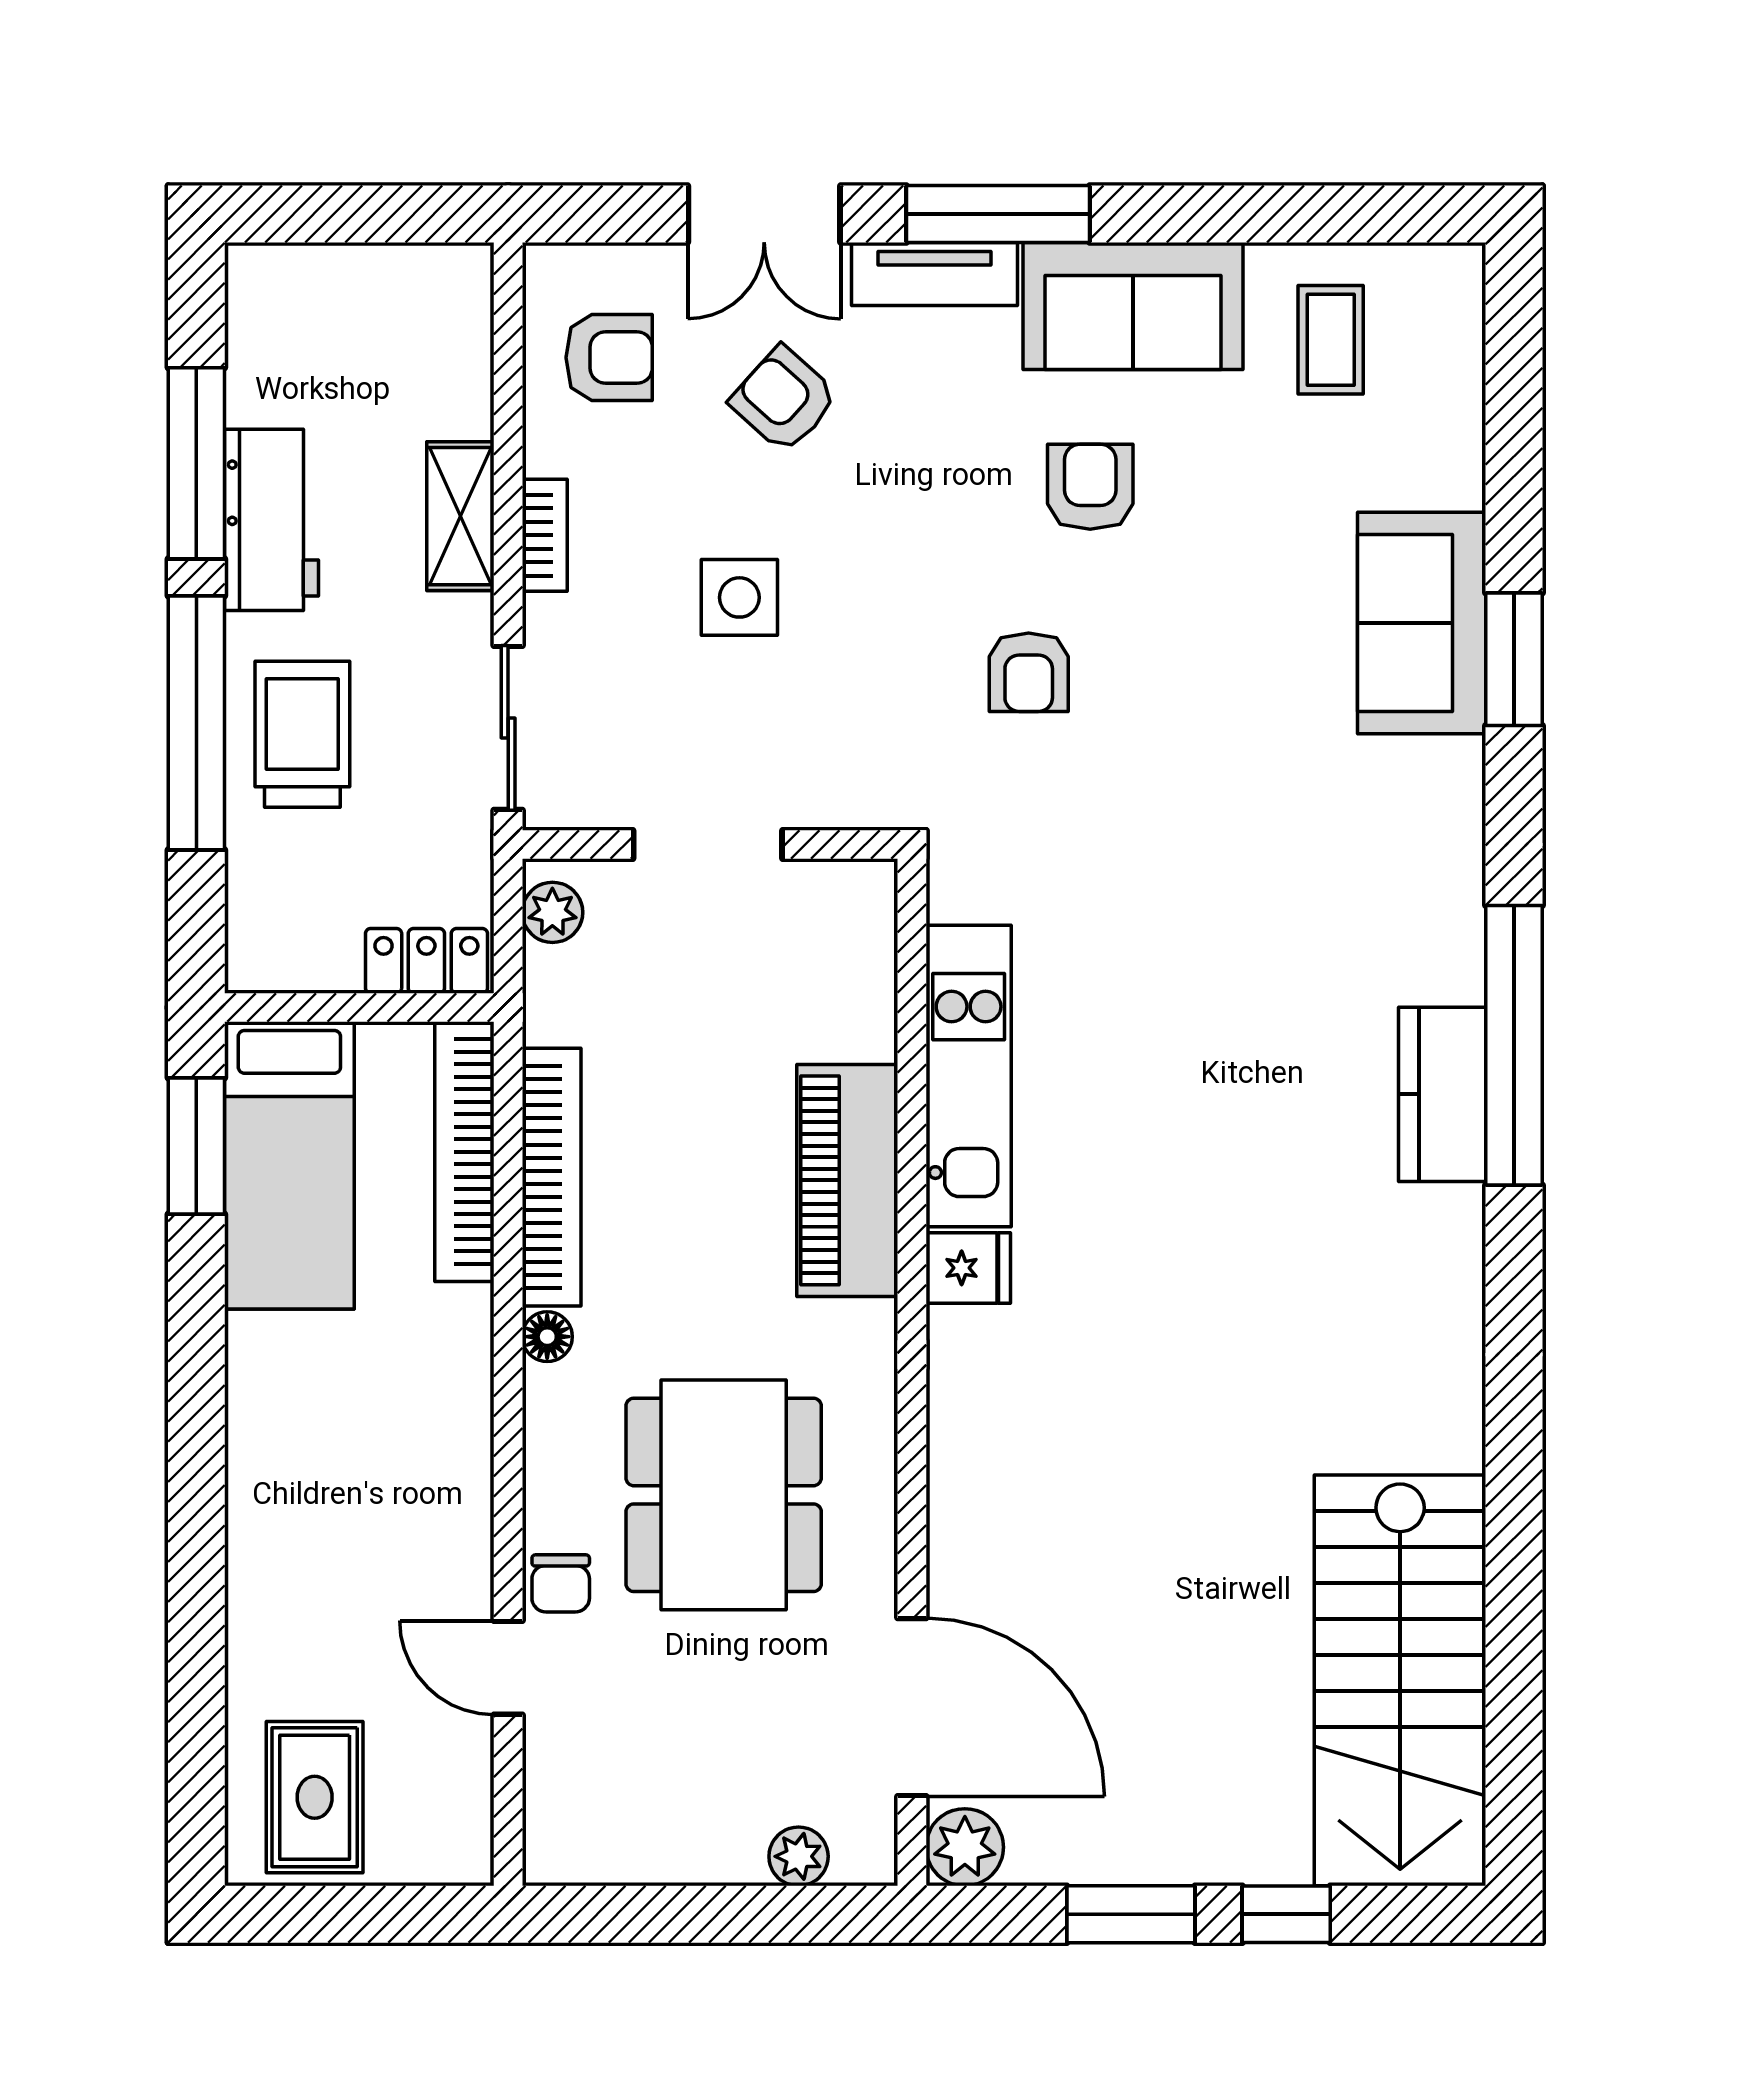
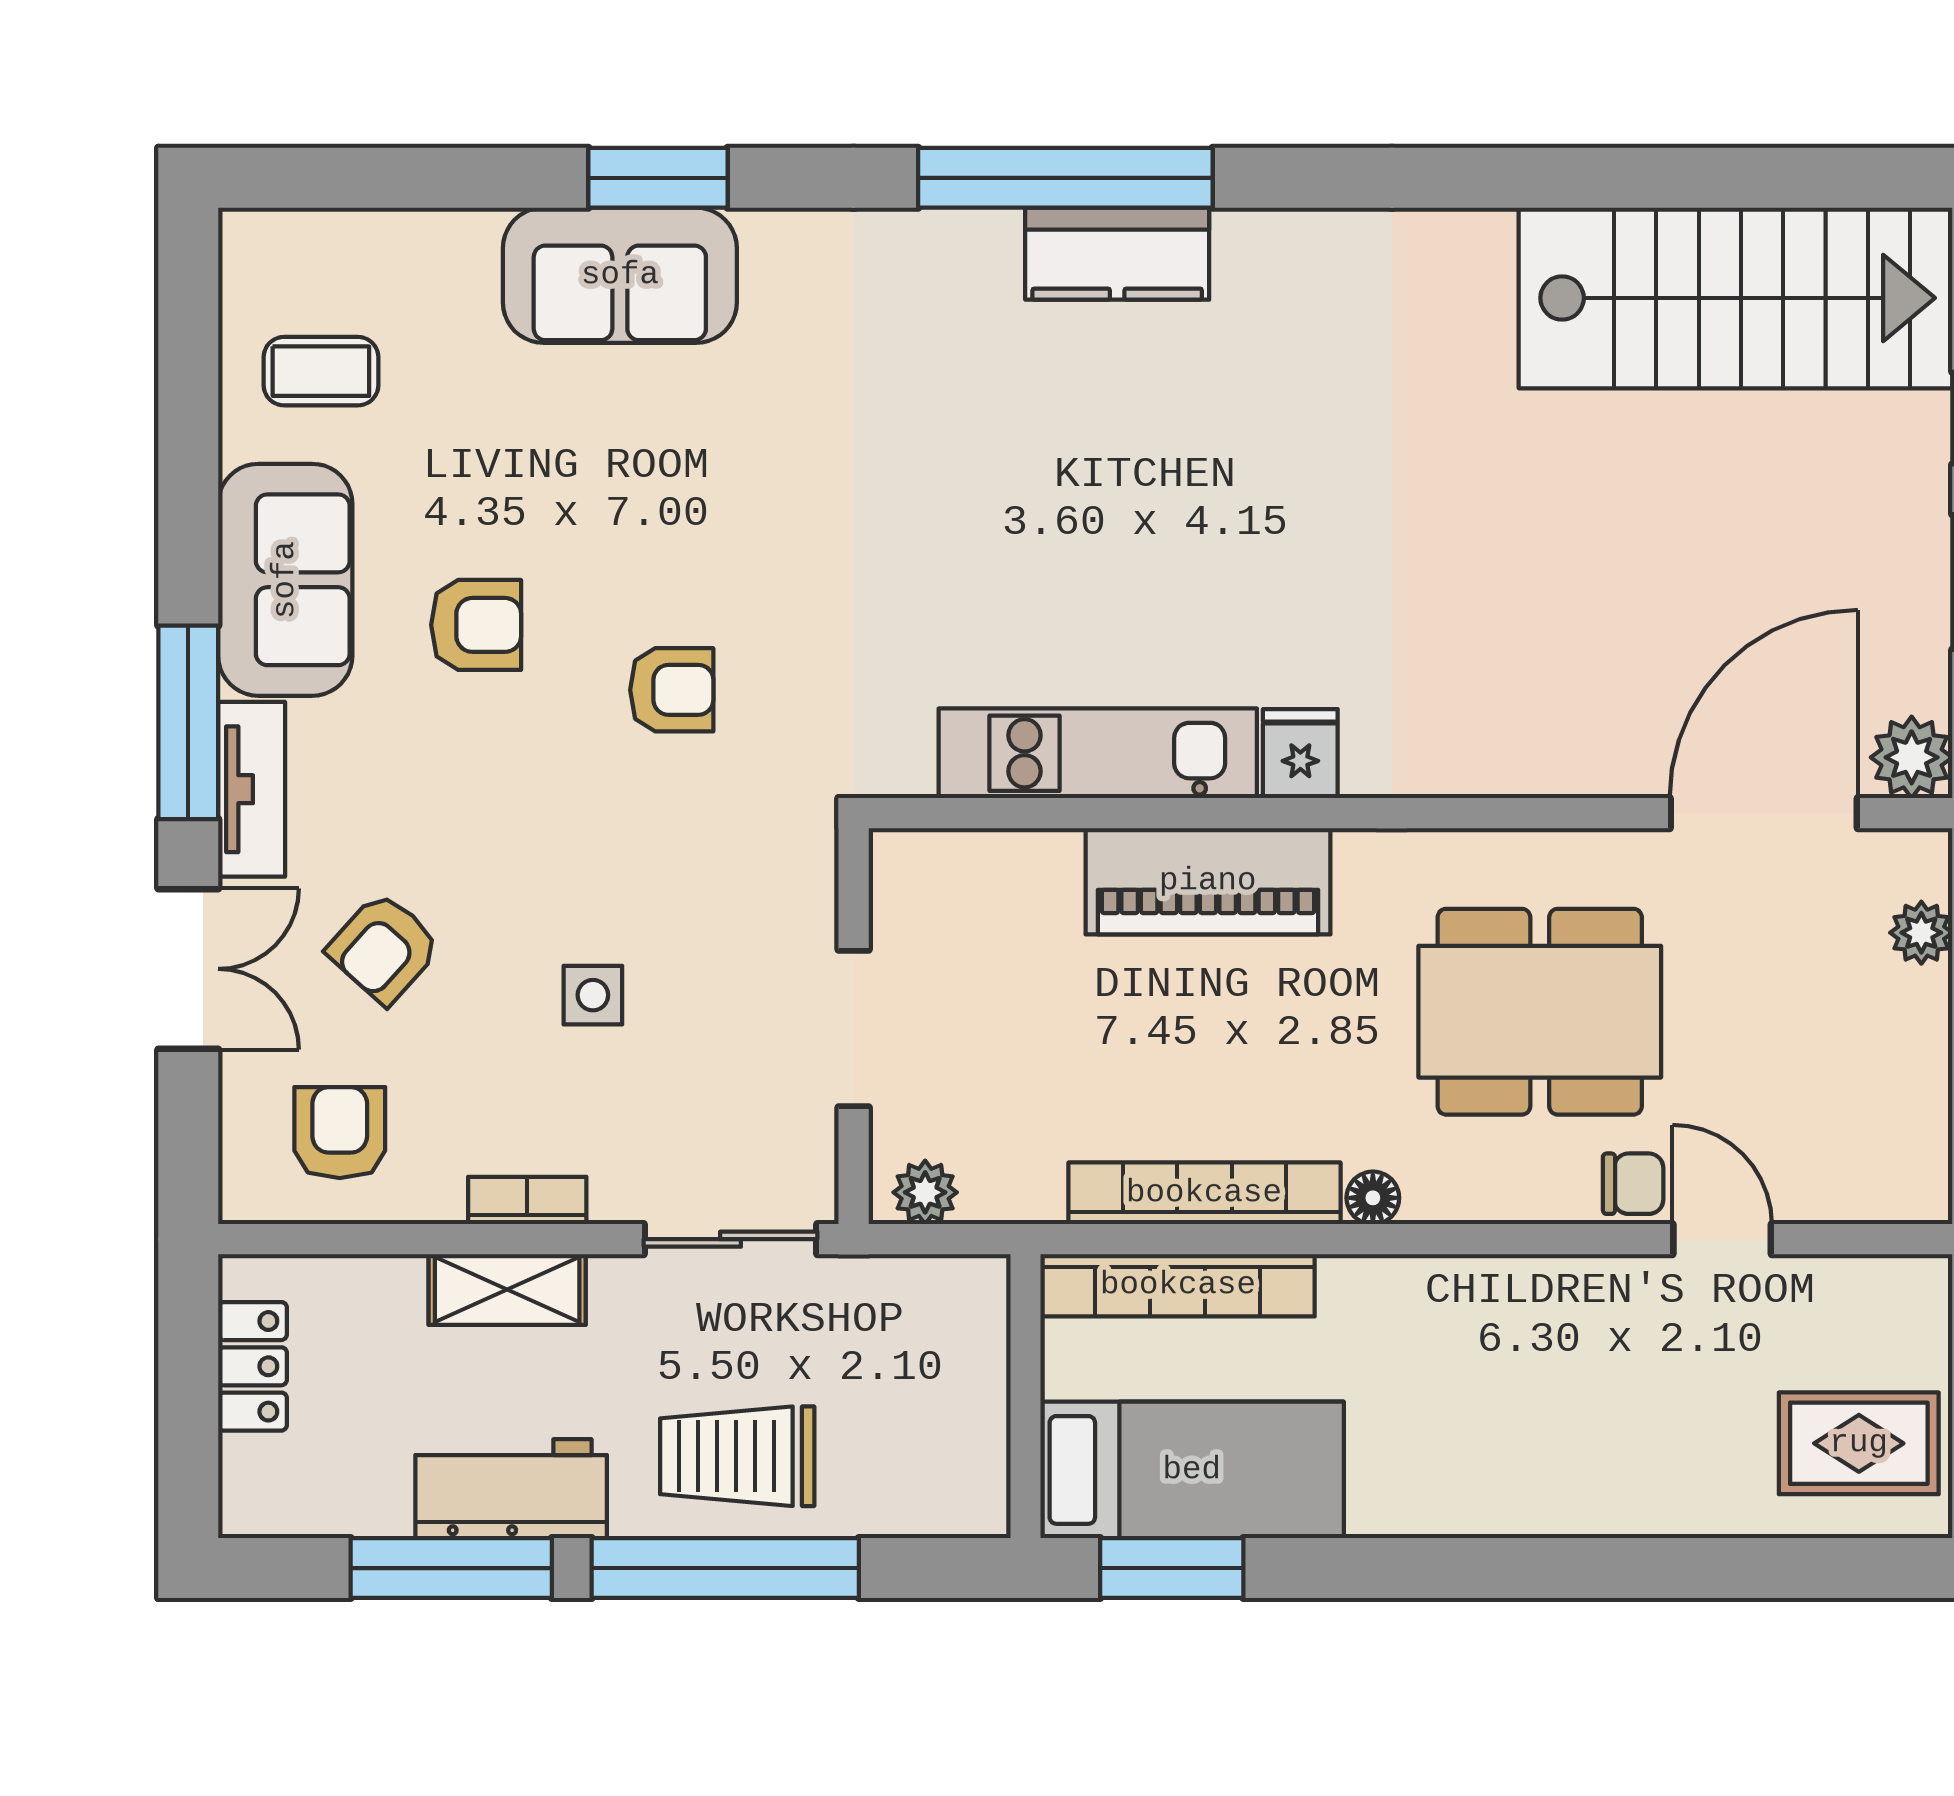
armchair: (1090, 487) -> (476, 625), turned 180
side table: (739, 597) -> (593, 995), width x0.73, depth x0.73
locker: (426, 961) -> (253, 1366), moved, turned 180
door: (508, 1668) -> (1722, 1239), swing flipped

